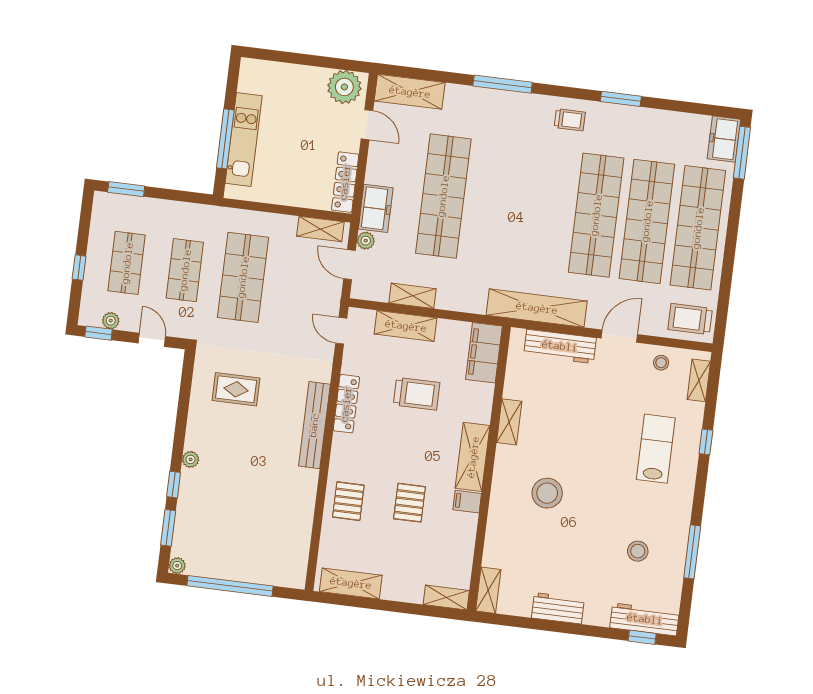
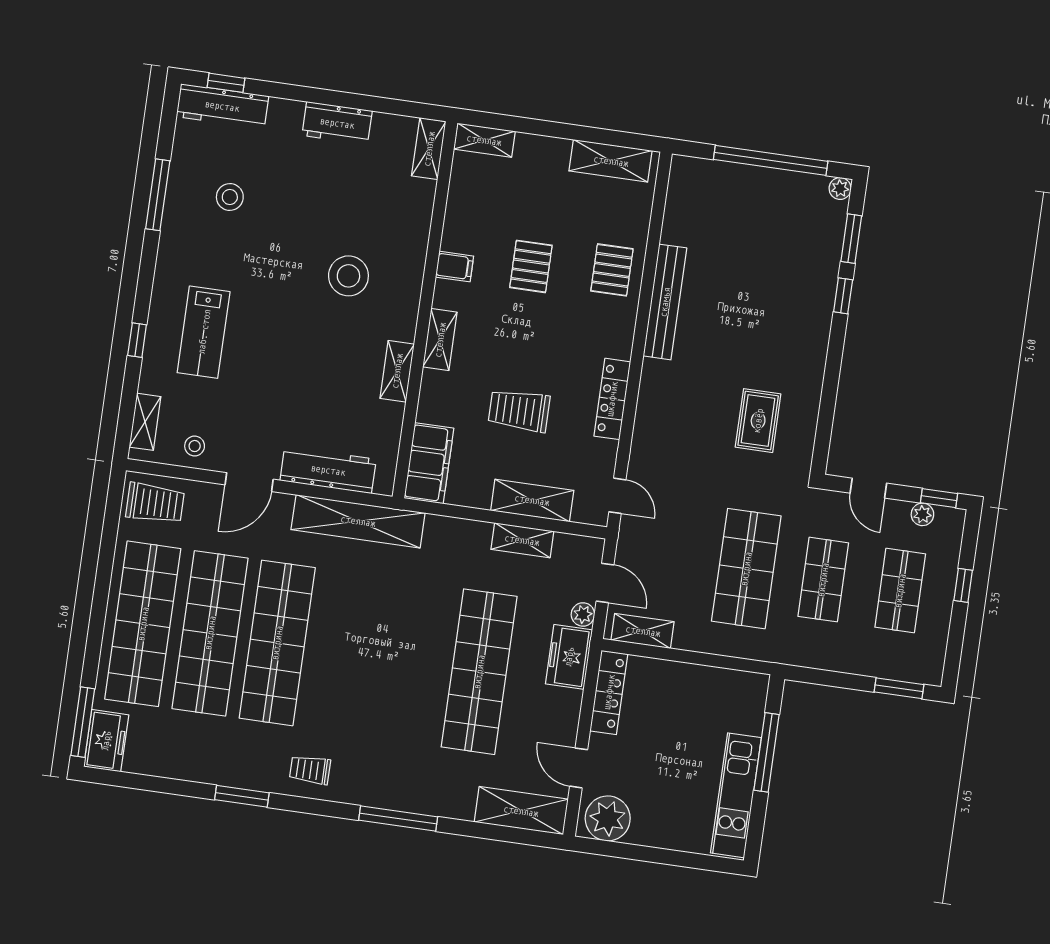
kitchen unit: (244, 139) -> (736, 795), moved
rug: (236, 389) -> (758, 421), turned 90
bench: (314, 425) -> (665, 302), moved
shelving: (473, 457) -> (440, 340), width x0.67, depth x0.75
plant: (191, 459) -> (820, 329), removed

